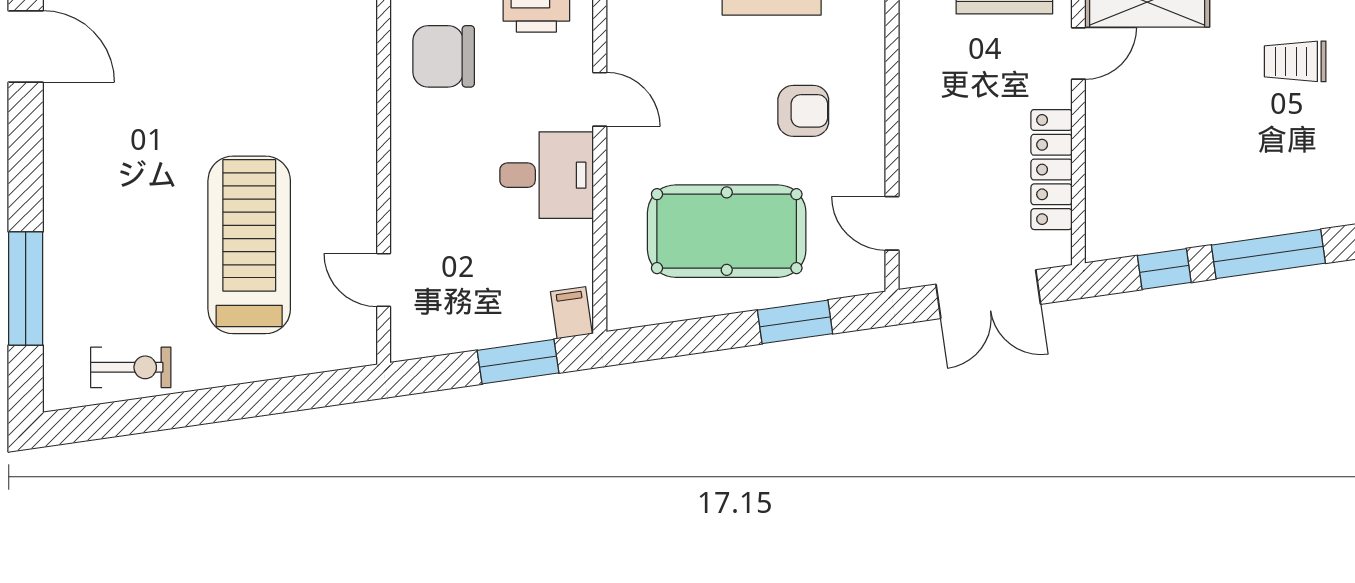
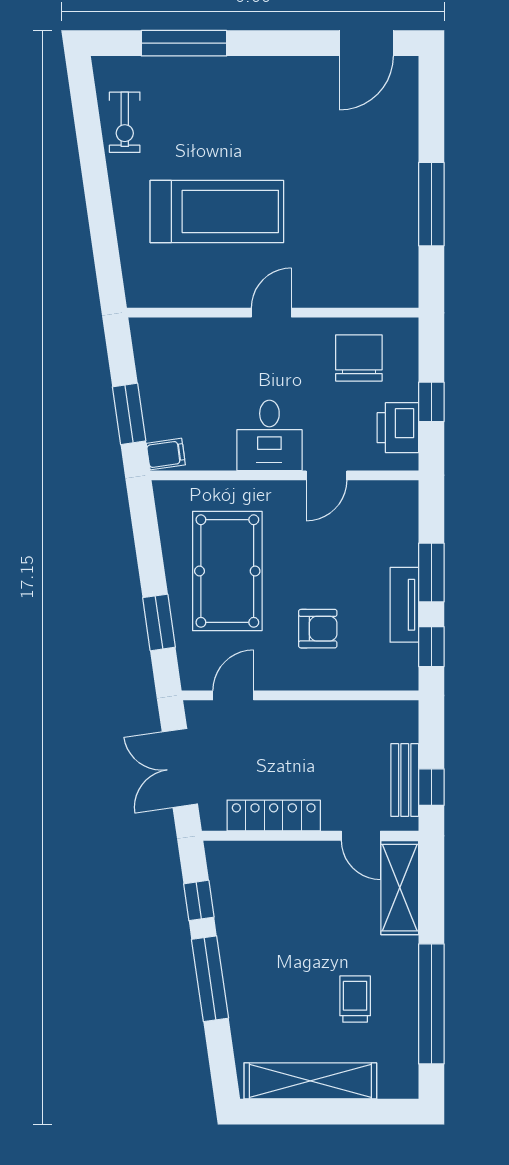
armchair: (803, 111) -> (318, 629), turned -90
door: (384, 280) -> (271, 313), moved

